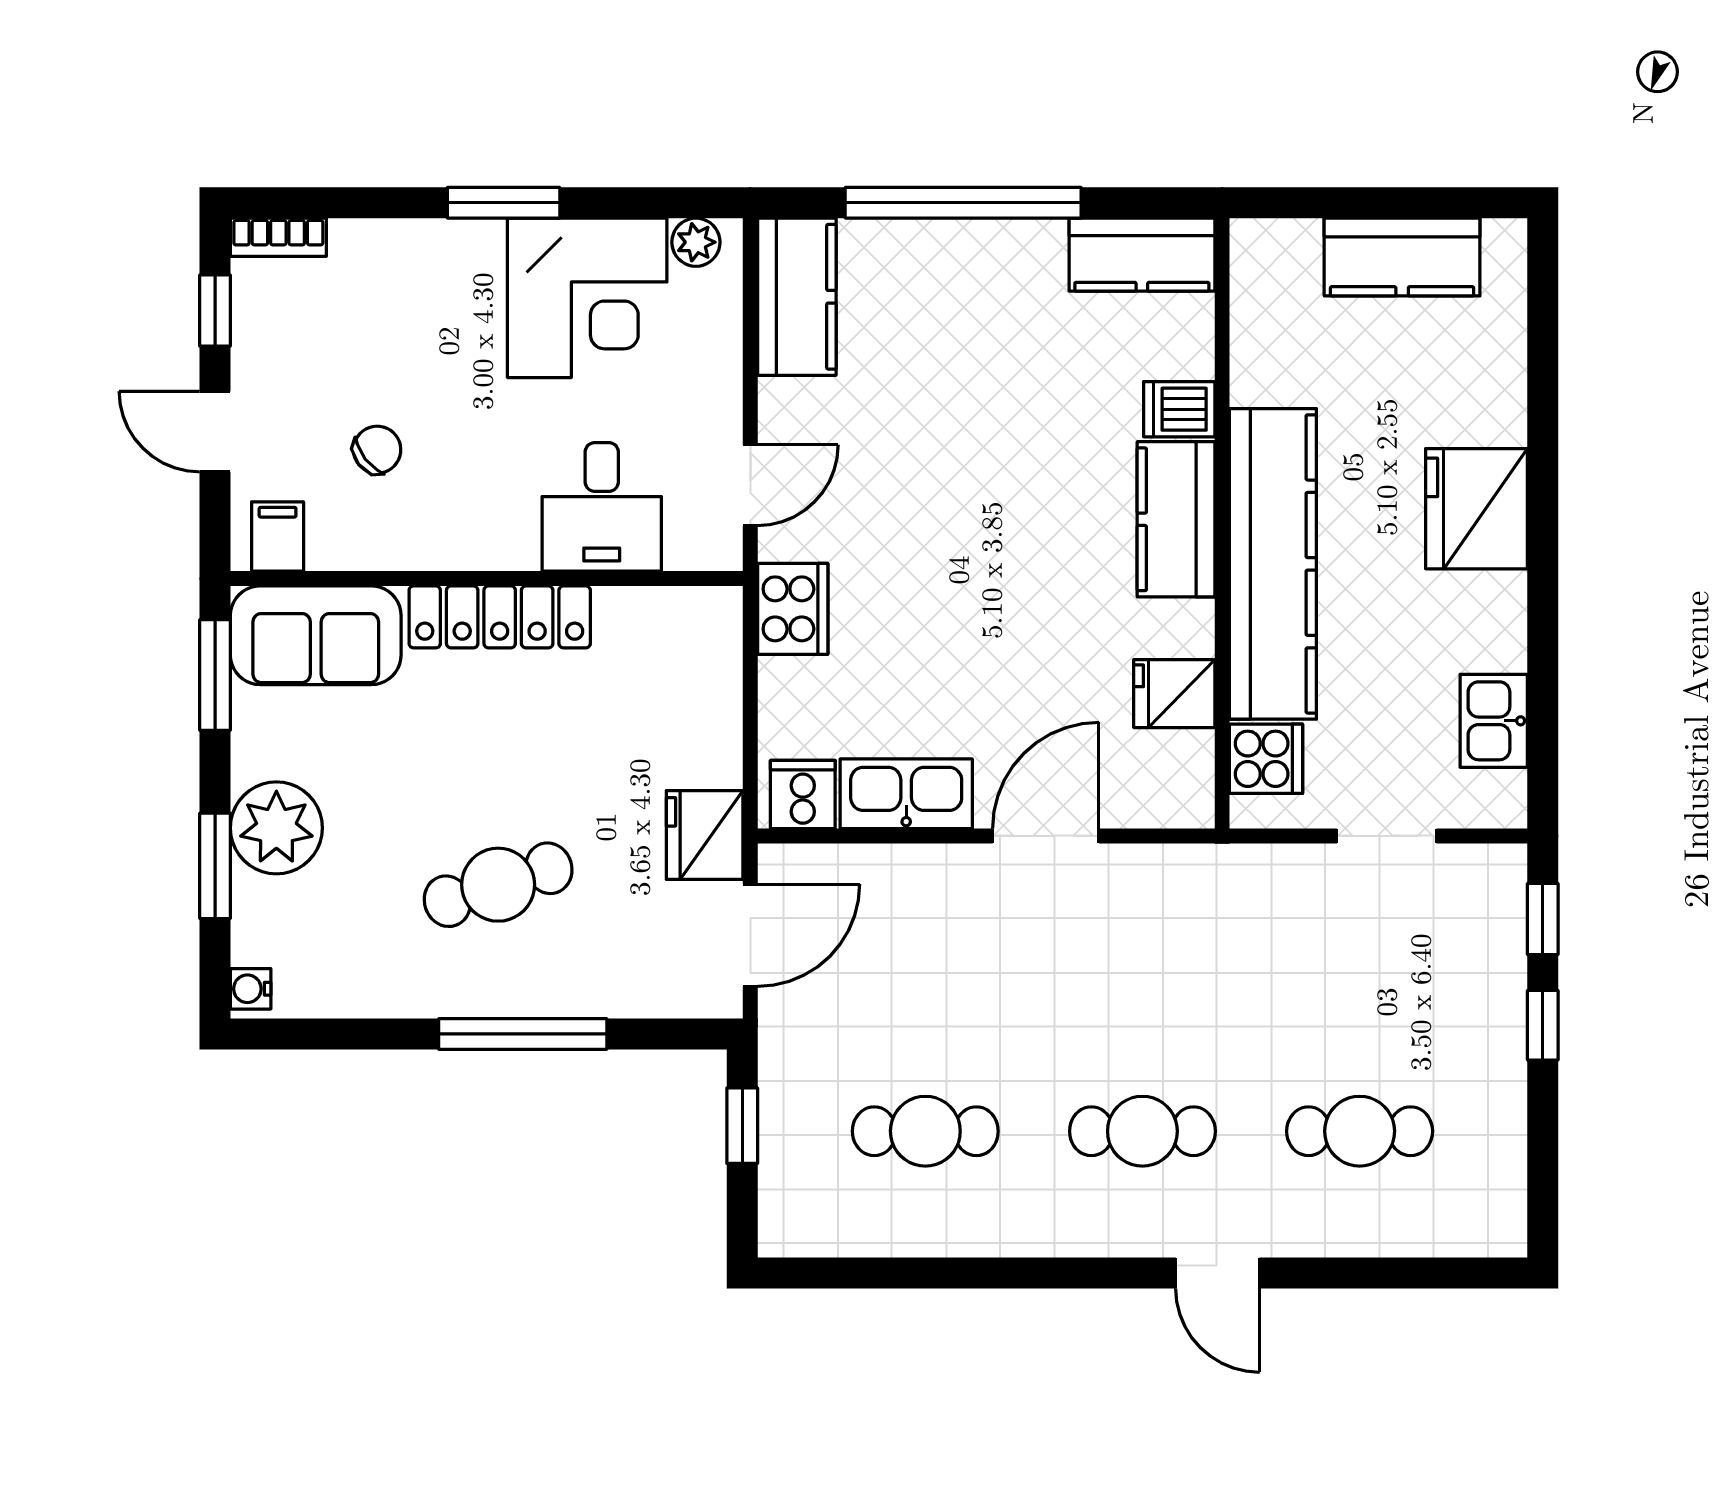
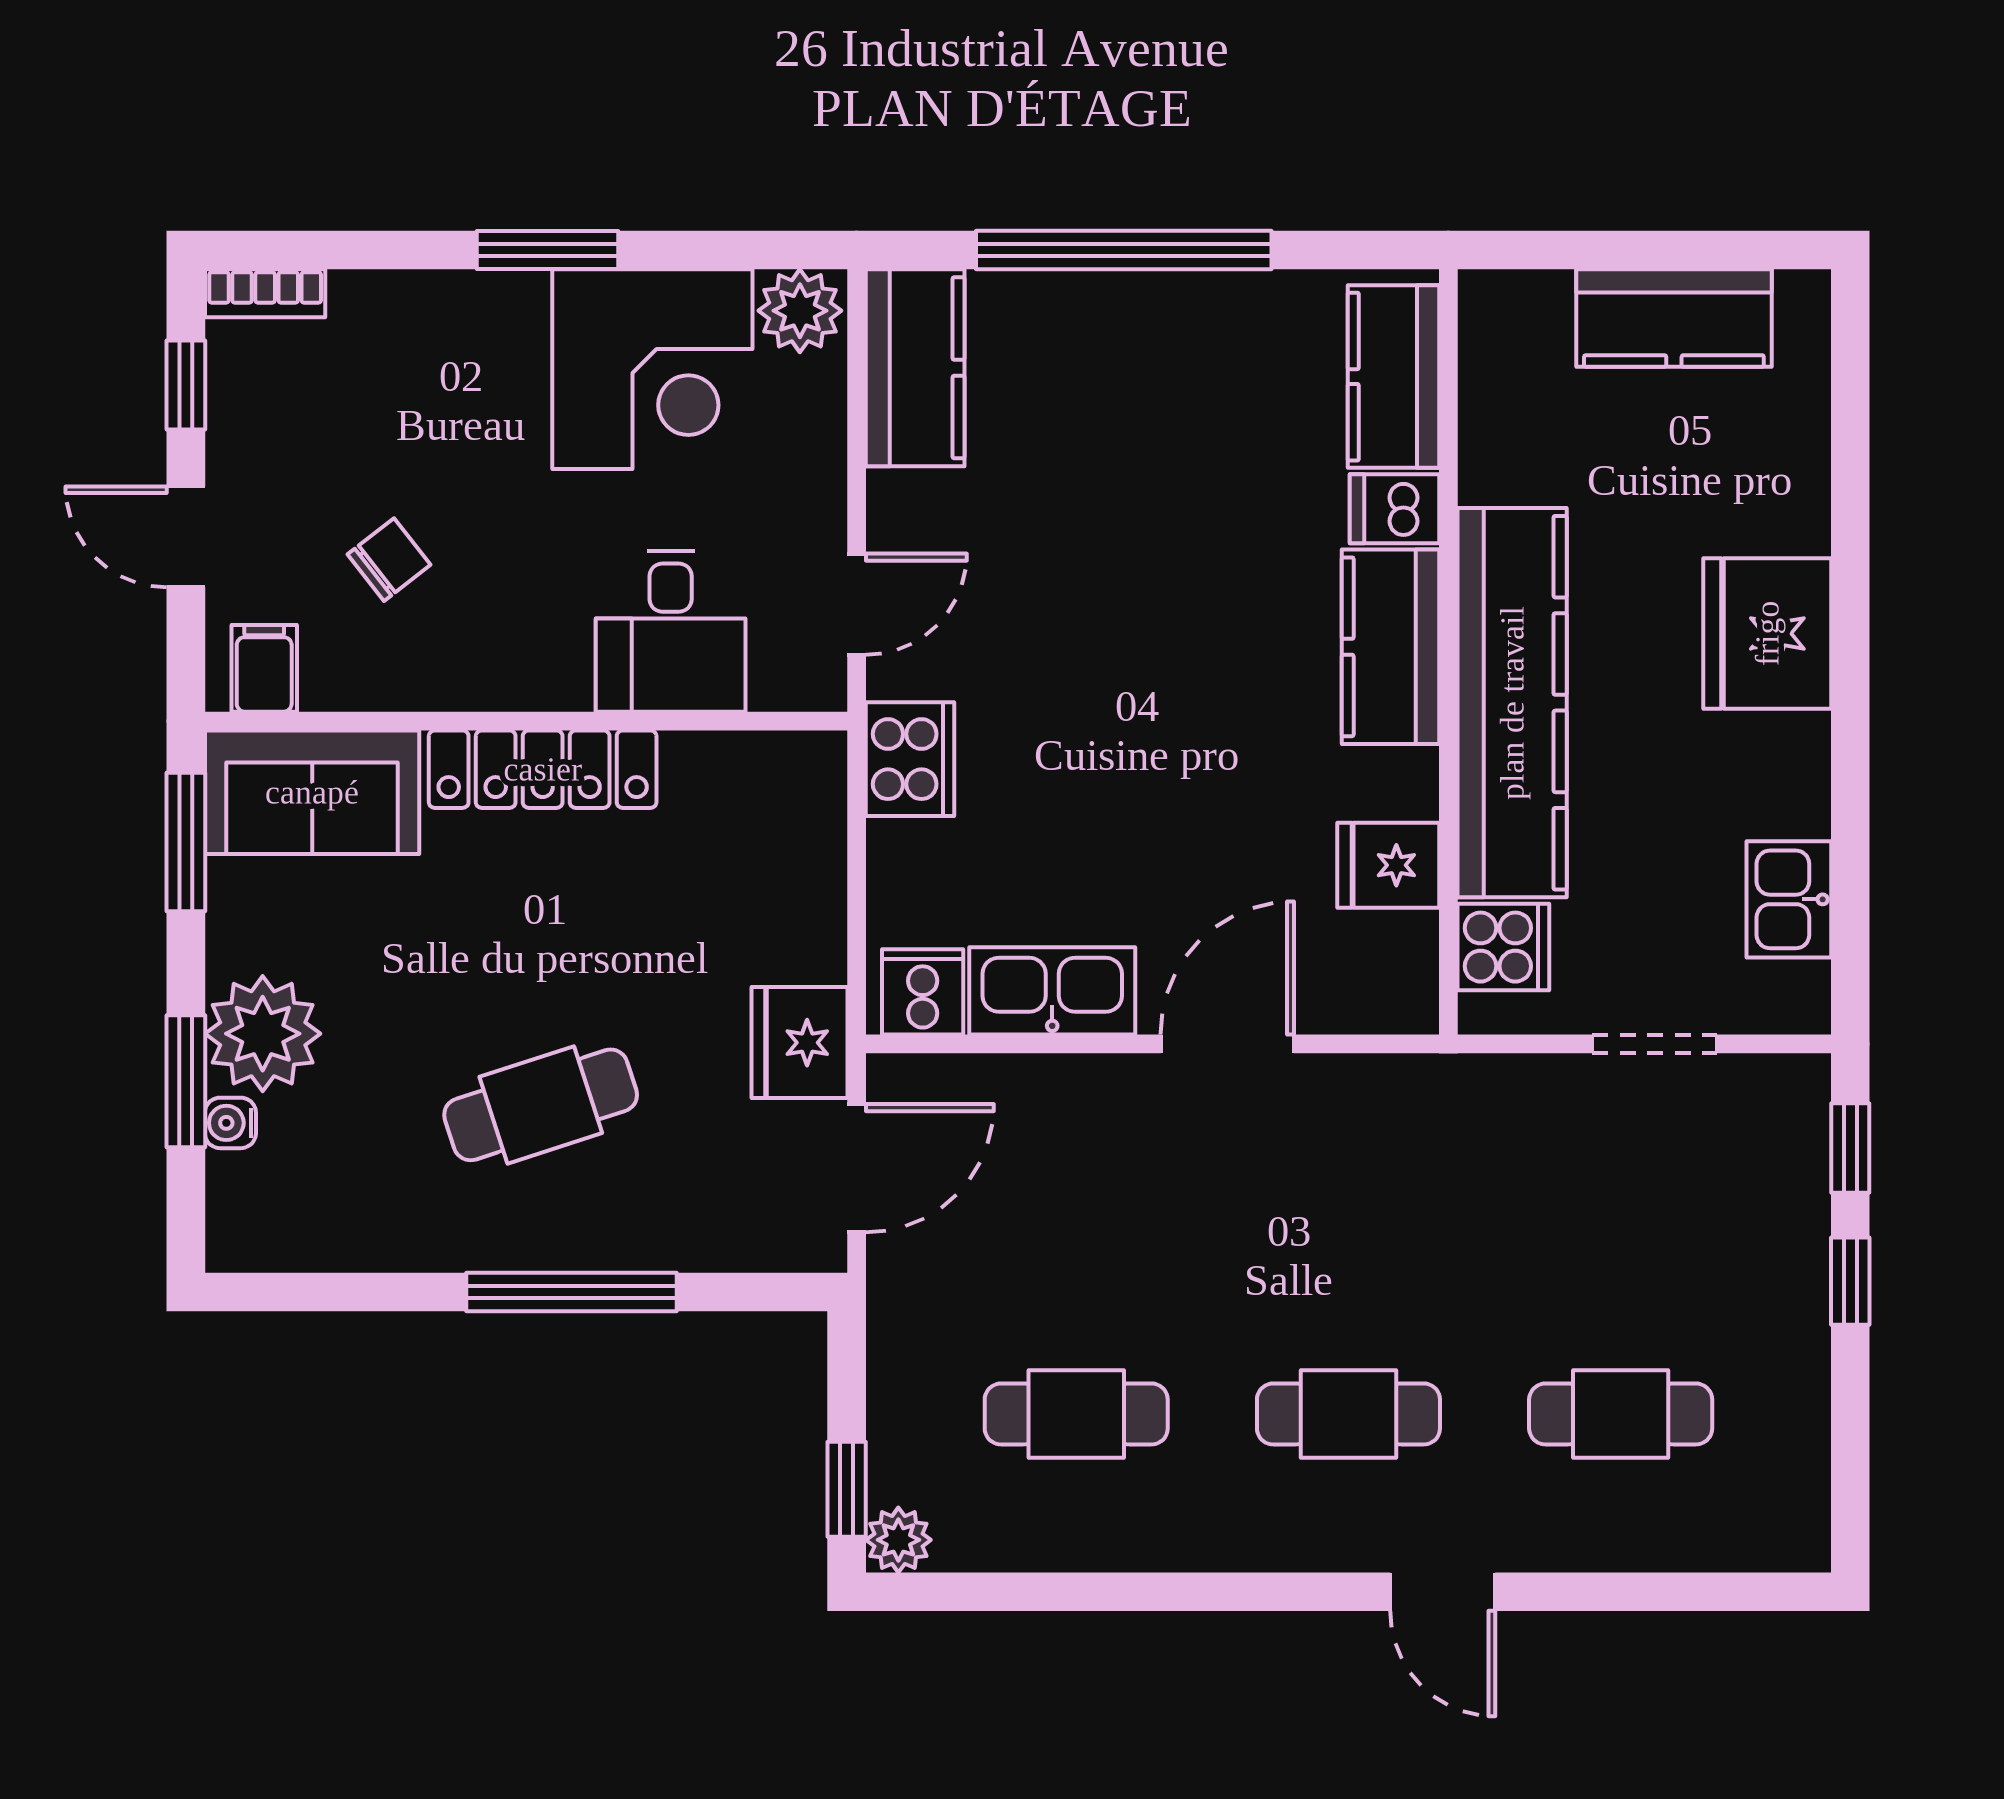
plant: (696, 242) -> (800, 311), width x1.38, depth x1.38
kitchen counter: (1142, 255) -> (1393, 377), moved, turned 90
water cooler: (251, 989) -> (230, 1123), moved
window: (742, 1126) -> (847, 1489), moved
plant: (783, 1232) -> (898, 1540), added

